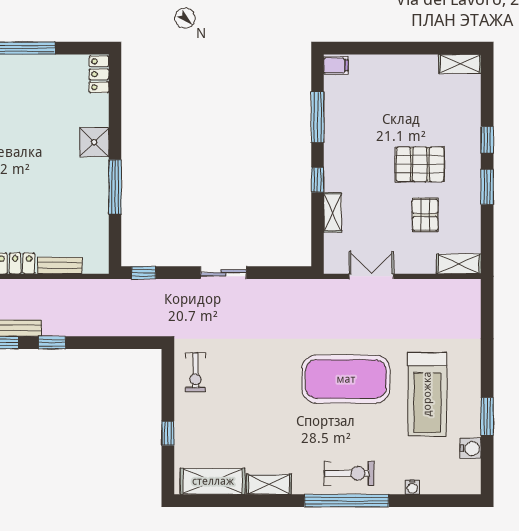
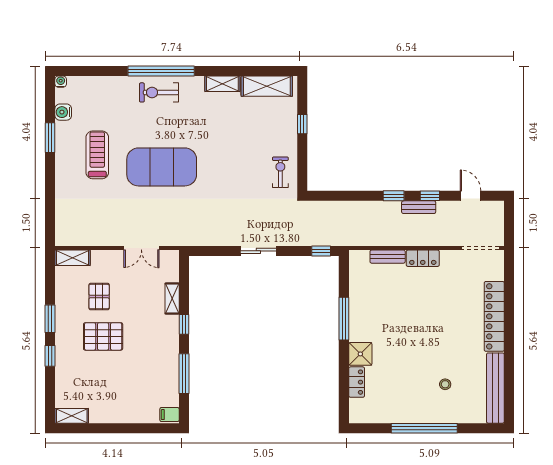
locker: (99, 74) -> (357, 382), moved
treadmill: (427, 394) -> (97, 155), width x0.73, depth x0.73
water cooler: (412, 487) -> (61, 82), moved

